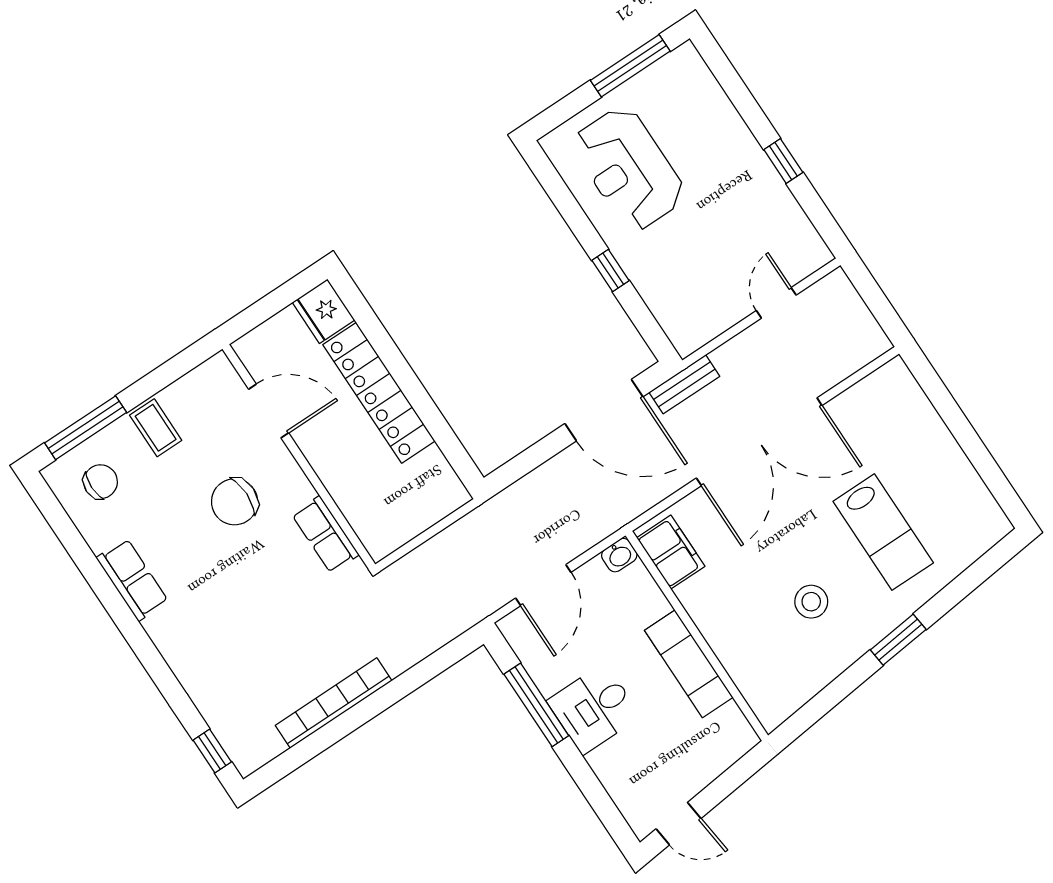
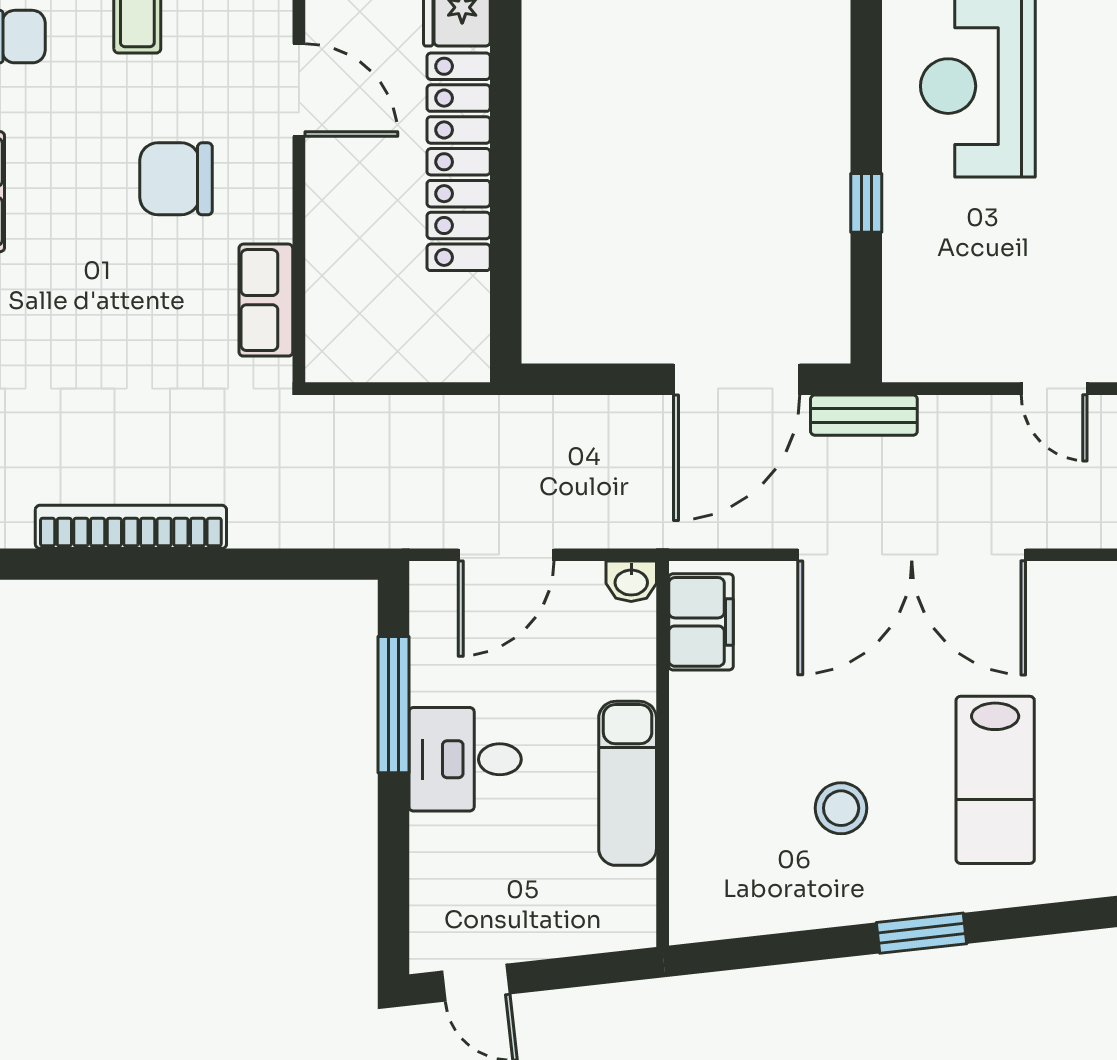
door: (776, 303) -> (1054, 389), swing flipped
door: (604, 410) -> (737, 379), hinge flipped

